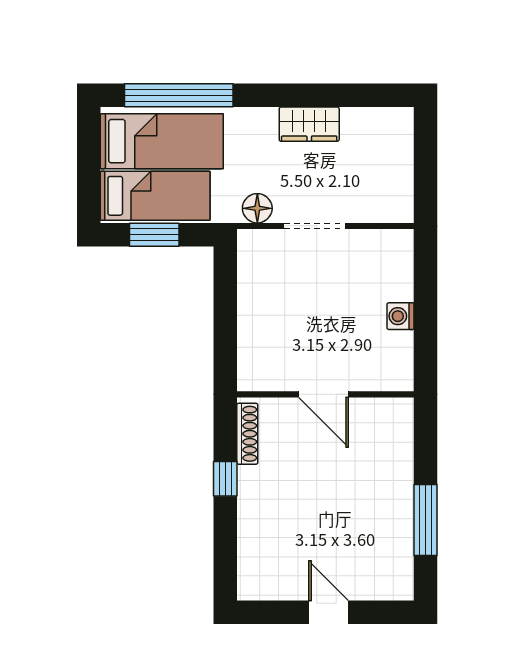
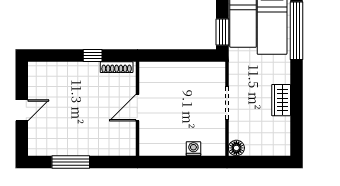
floor lamp: (257, 208) -> (236, 148), moved
window: (154, 235) -> (222, 32), moved
washing machine: (401, 316) -> (193, 149), moved

